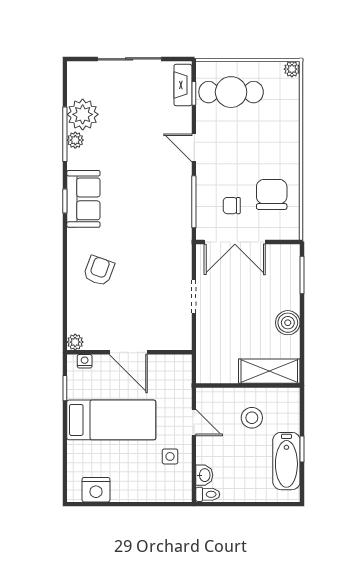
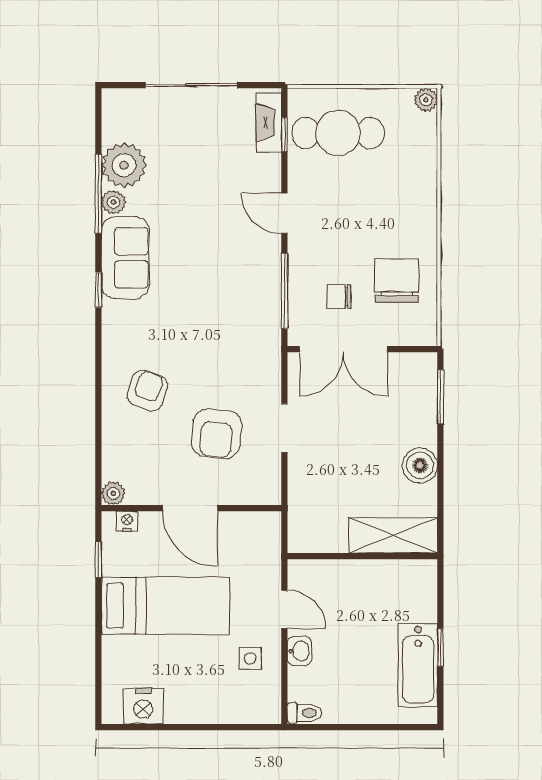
sofa: (83, 199) -> (125, 258), moved
armchair: (147, 301) -> (216, 434), added
stool: (252, 418) -> (368, 603), removed
washbasin: (204, 475) -> (299, 651), moved

